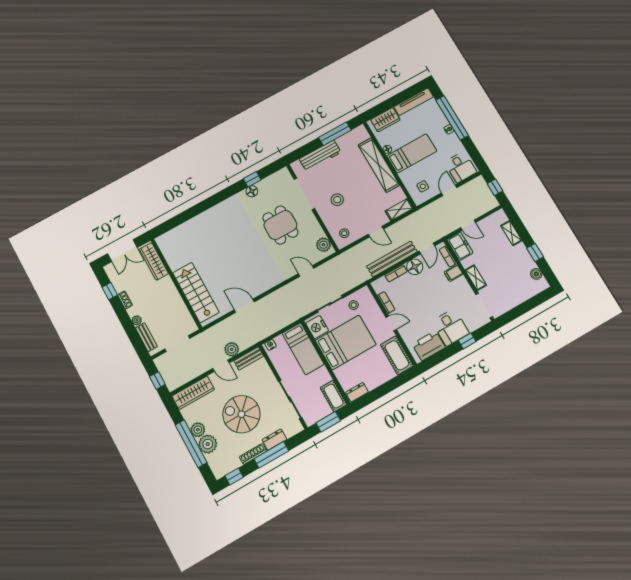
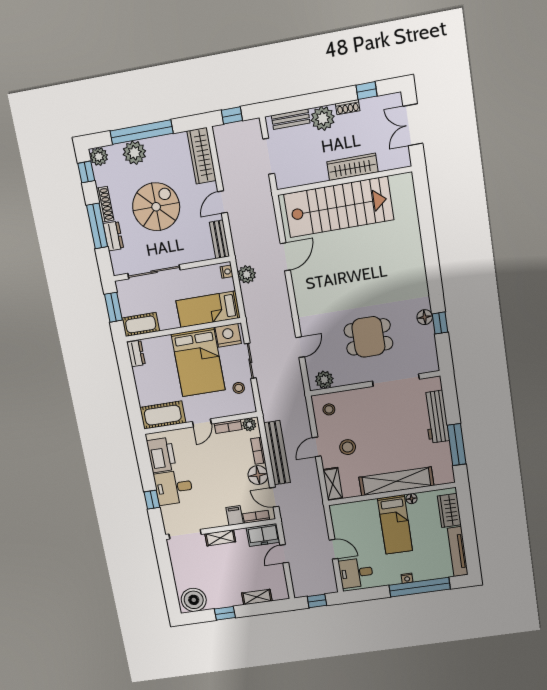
side table: (423, 186) -> (350, 522), removed
stool: (337, 200) -> (348, 447), moved
wardrobe: (154, 261) -> (352, 167), moved
boiler: (536, 274) -> (194, 600), width x1.86, depth x1.86
plant: (378, 287) -> (249, 425), added
stairs: (196, 293) -> (339, 207), width x1.36, depth x1.51
plant: (137, 320) -> (323, 118), width x1.88, depth x1.88
plant: (232, 349) -> (247, 274), moved
plant: (198, 430) -> (99, 157), moved

